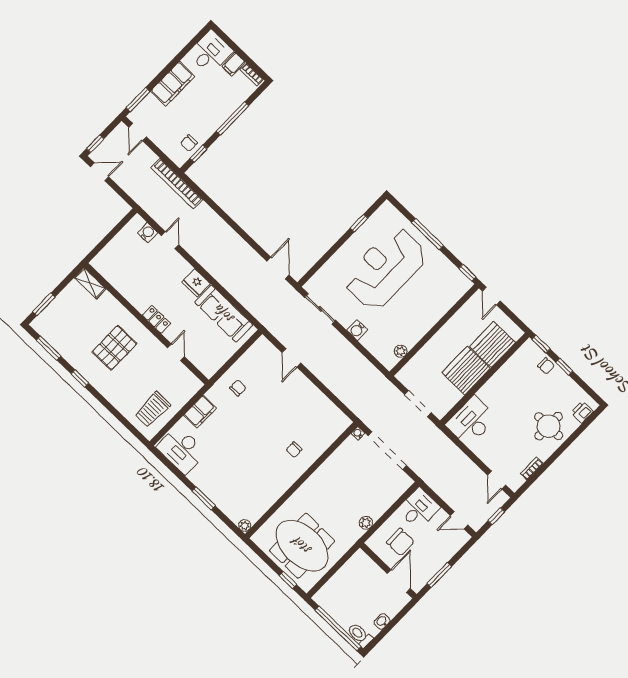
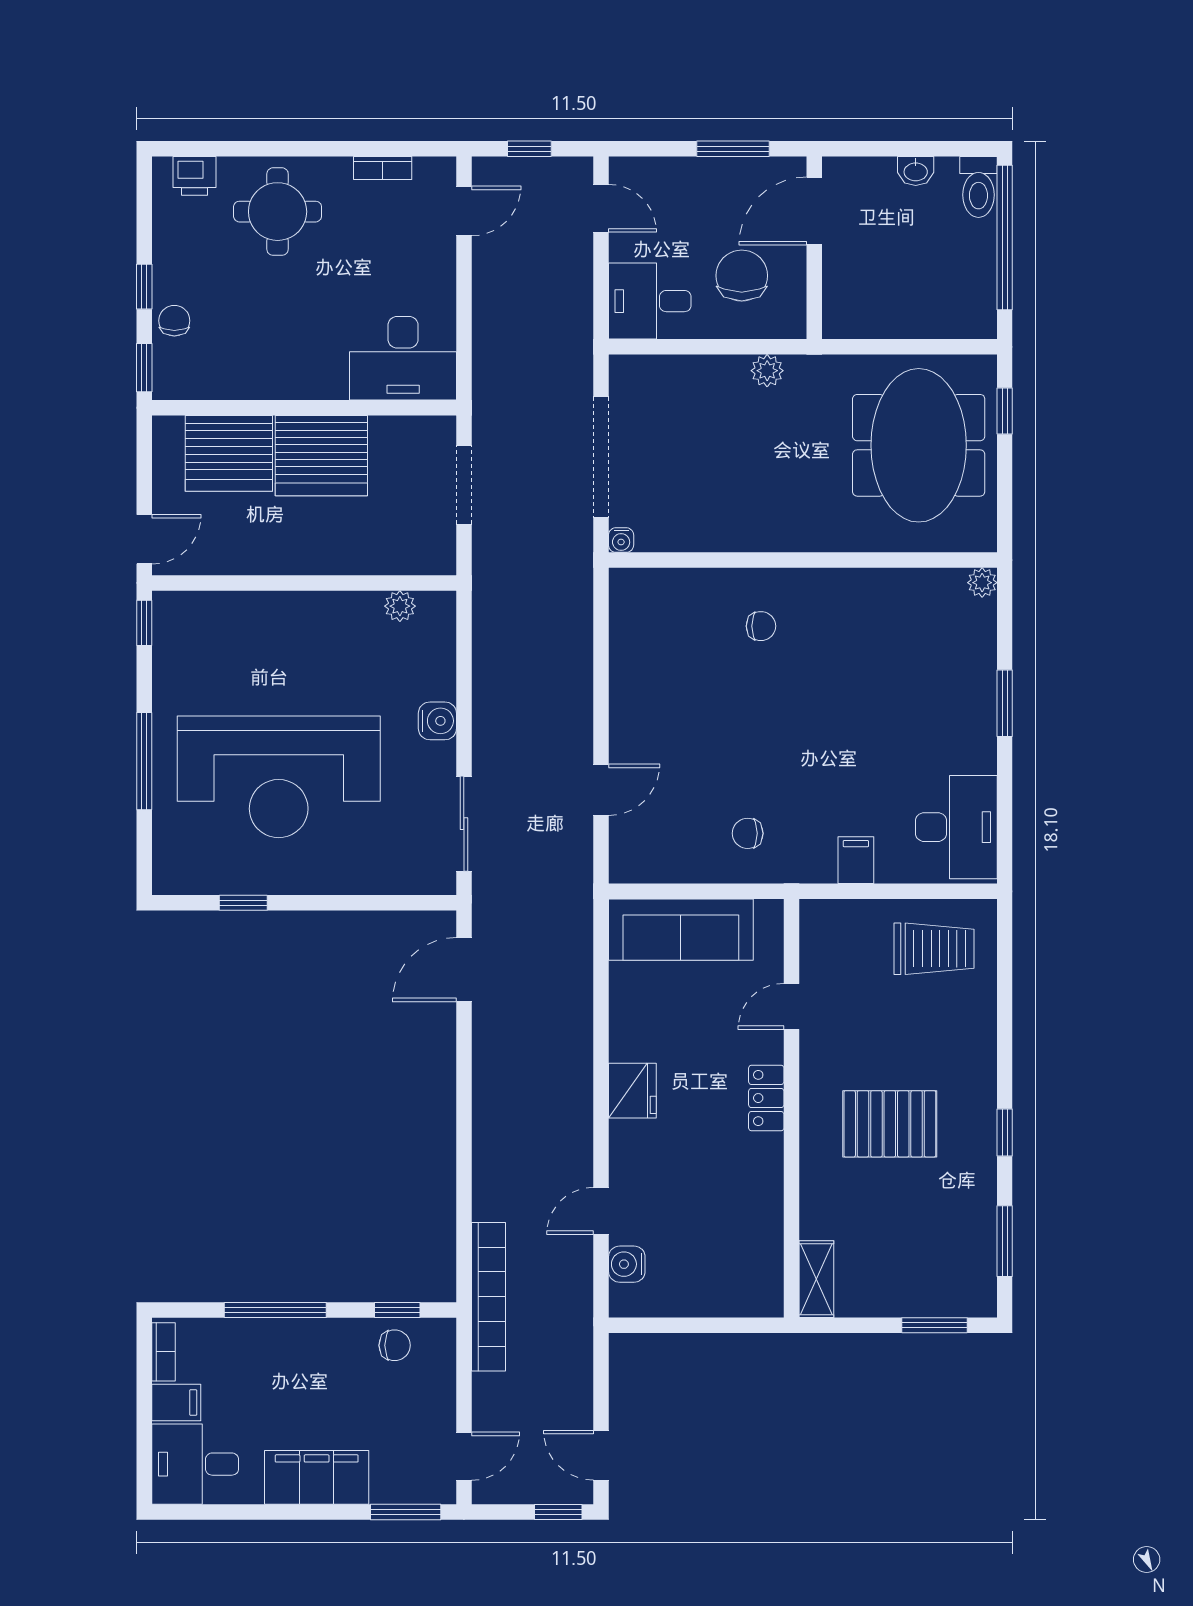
sofa: (224, 314) -> (681, 930), moved, turned 90
filing cabinet: (200, 412) -> (856, 860), width x0.50

